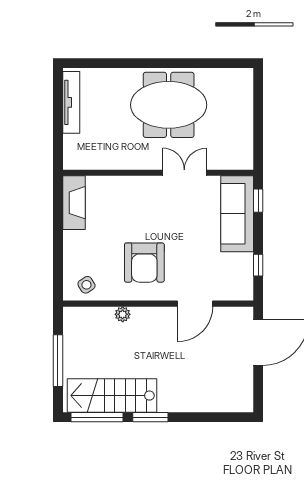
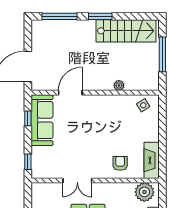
plant: (85, 156) -> (144, 192), added
sofa: (237, 214) -> (42, 120), moved
armchair: (144, 263) -> (120, 163), moved, width x0.53, depth x0.53
window: (97, 417) -> (60, 16), moved

